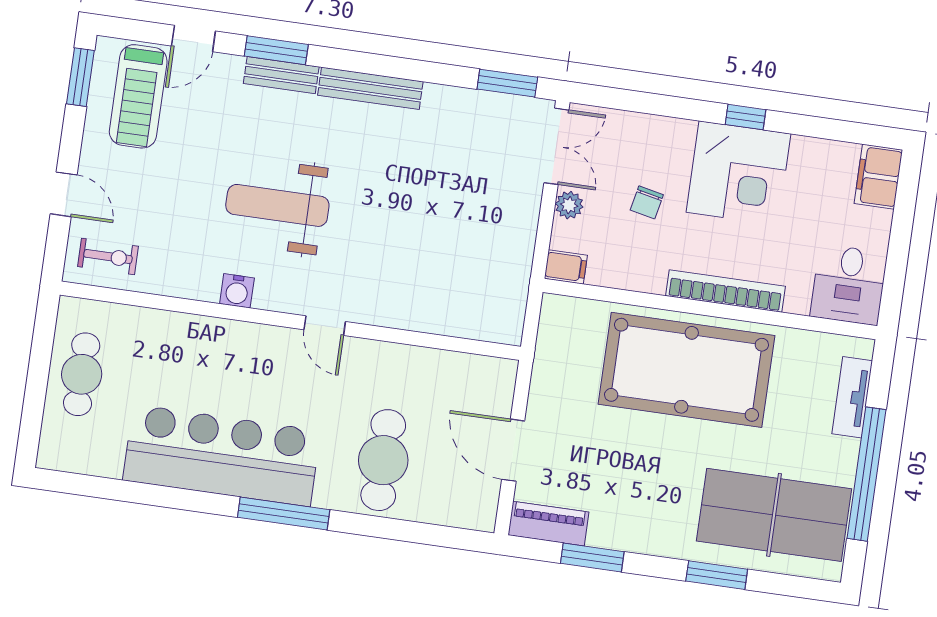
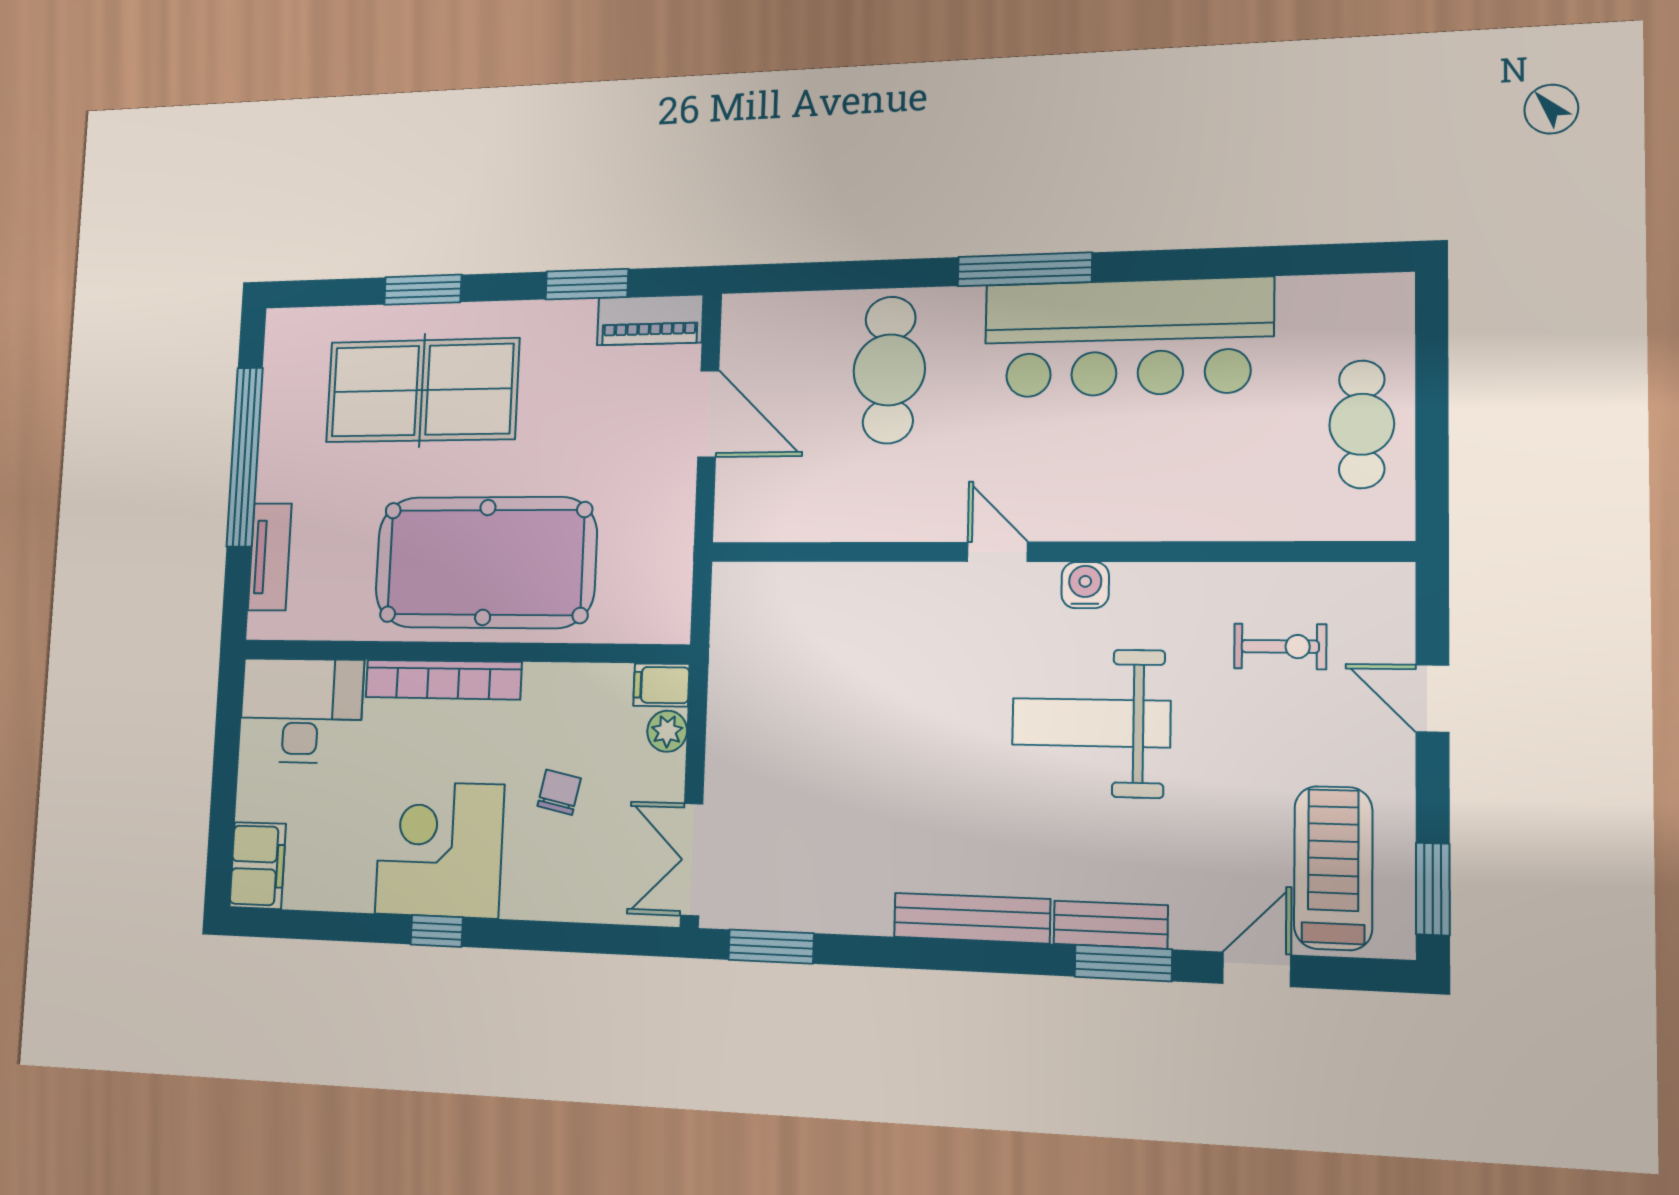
weight bench: (277, 205) -> (1091, 723), turned 180
plant: (569, 205) -> (667, 731), moved
exercise bike: (108, 256) -> (1280, 646), moved, turned 180
desk: (849, 285) -> (301, 711), width x1.37
water cooler: (237, 291) -> (1085, 585), moved
table tennis table: (774, 515) -> (422, 390), moved

